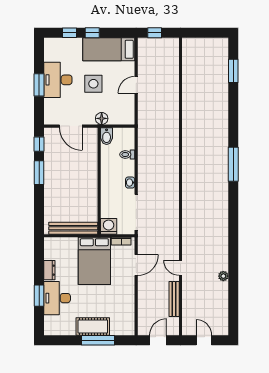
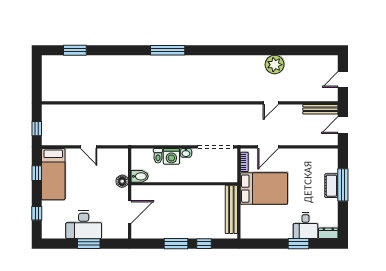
window: (92, 33) -> (37, 173), moved
side table: (93, 84) -> (88, 189), removed
window: (39, 144) -> (204, 244), moved
washing machine: (109, 226) -> (171, 156), moved, turned -90
door: (136, 265) -> (268, 147), swing flipped
dresser: (49, 270) -> (328, 233), moved
plant: (223, 276) -> (275, 65), width x1.87, depth x1.87
desk: (57, 298) -> (305, 226), width x0.73
bench: (174, 299) -> (320, 109), moved
cot: (93, 327) -> (331, 186), width x0.73, depth x0.75
door: (158, 340) -> (343, 125), hinge flipped

